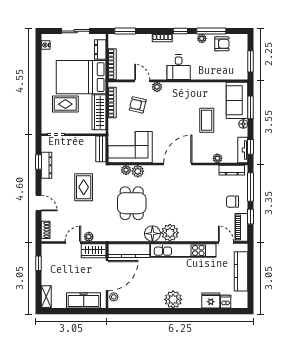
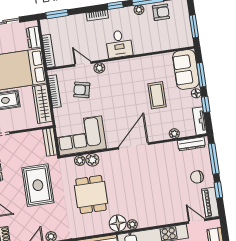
window: (251, 147) -> (206, 104), moved
rug: (84, 187) -> (38, 185), width x1.36, depth x1.43
plant: (170, 233) -> (132, 224), width x0.53, depth x0.53

